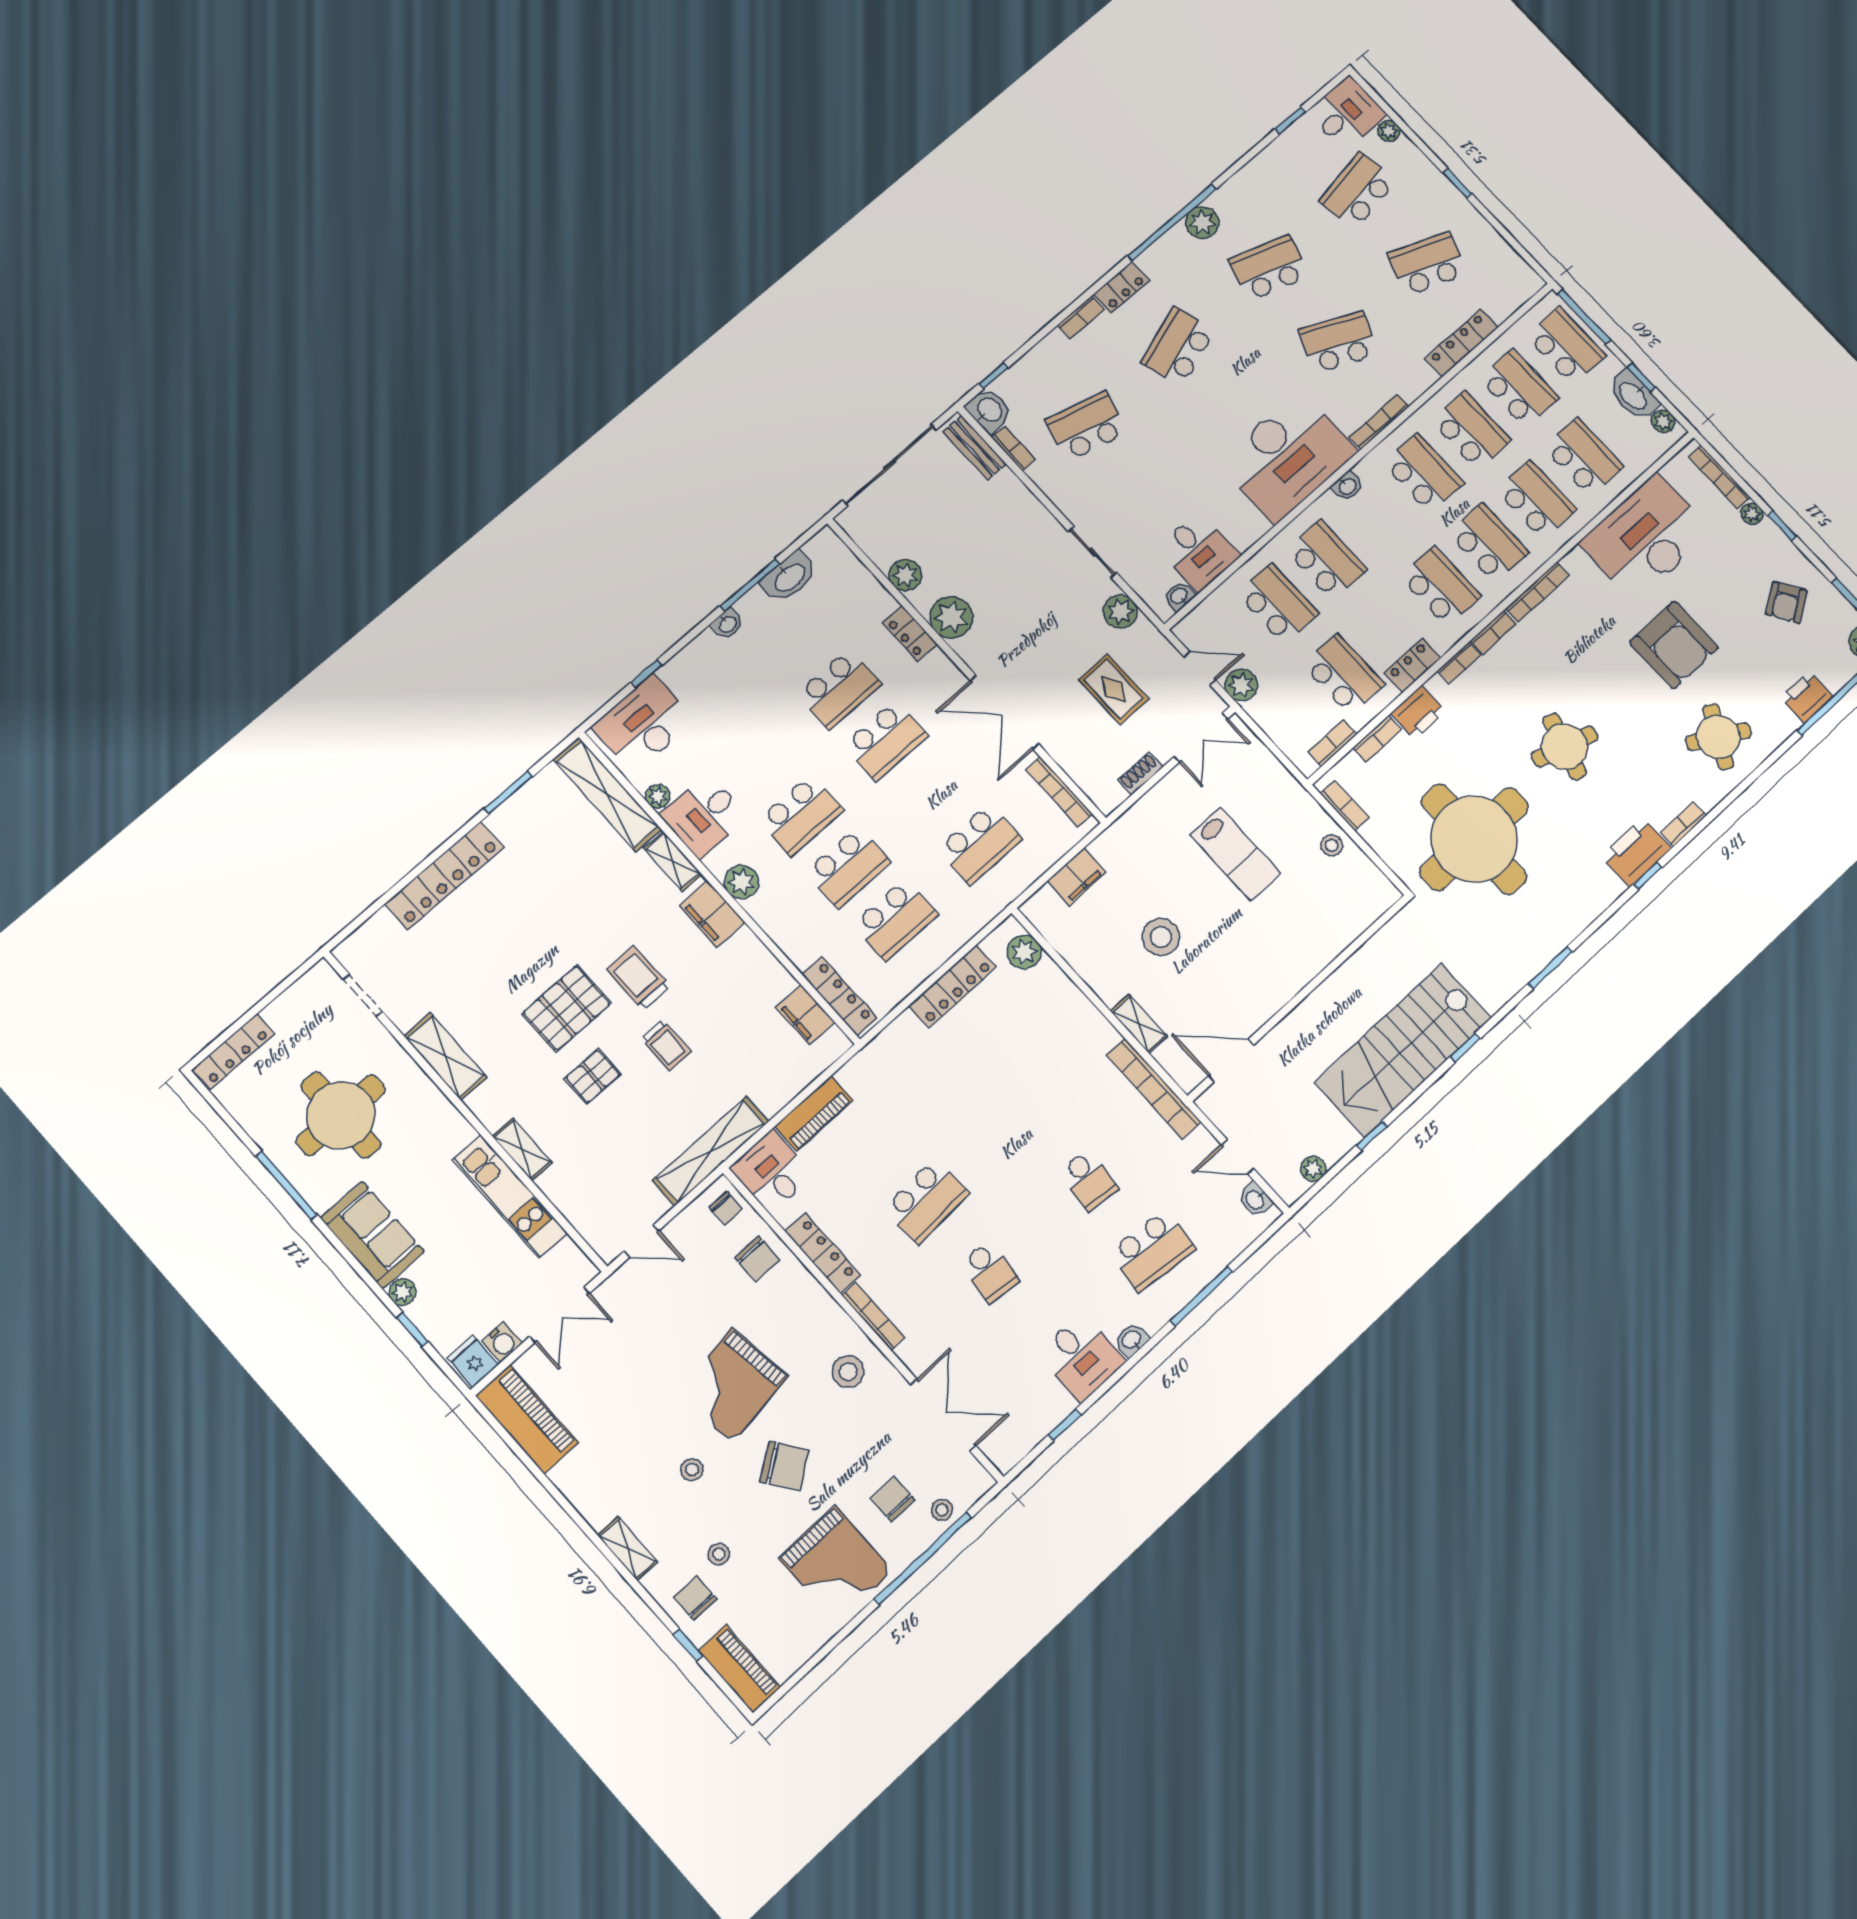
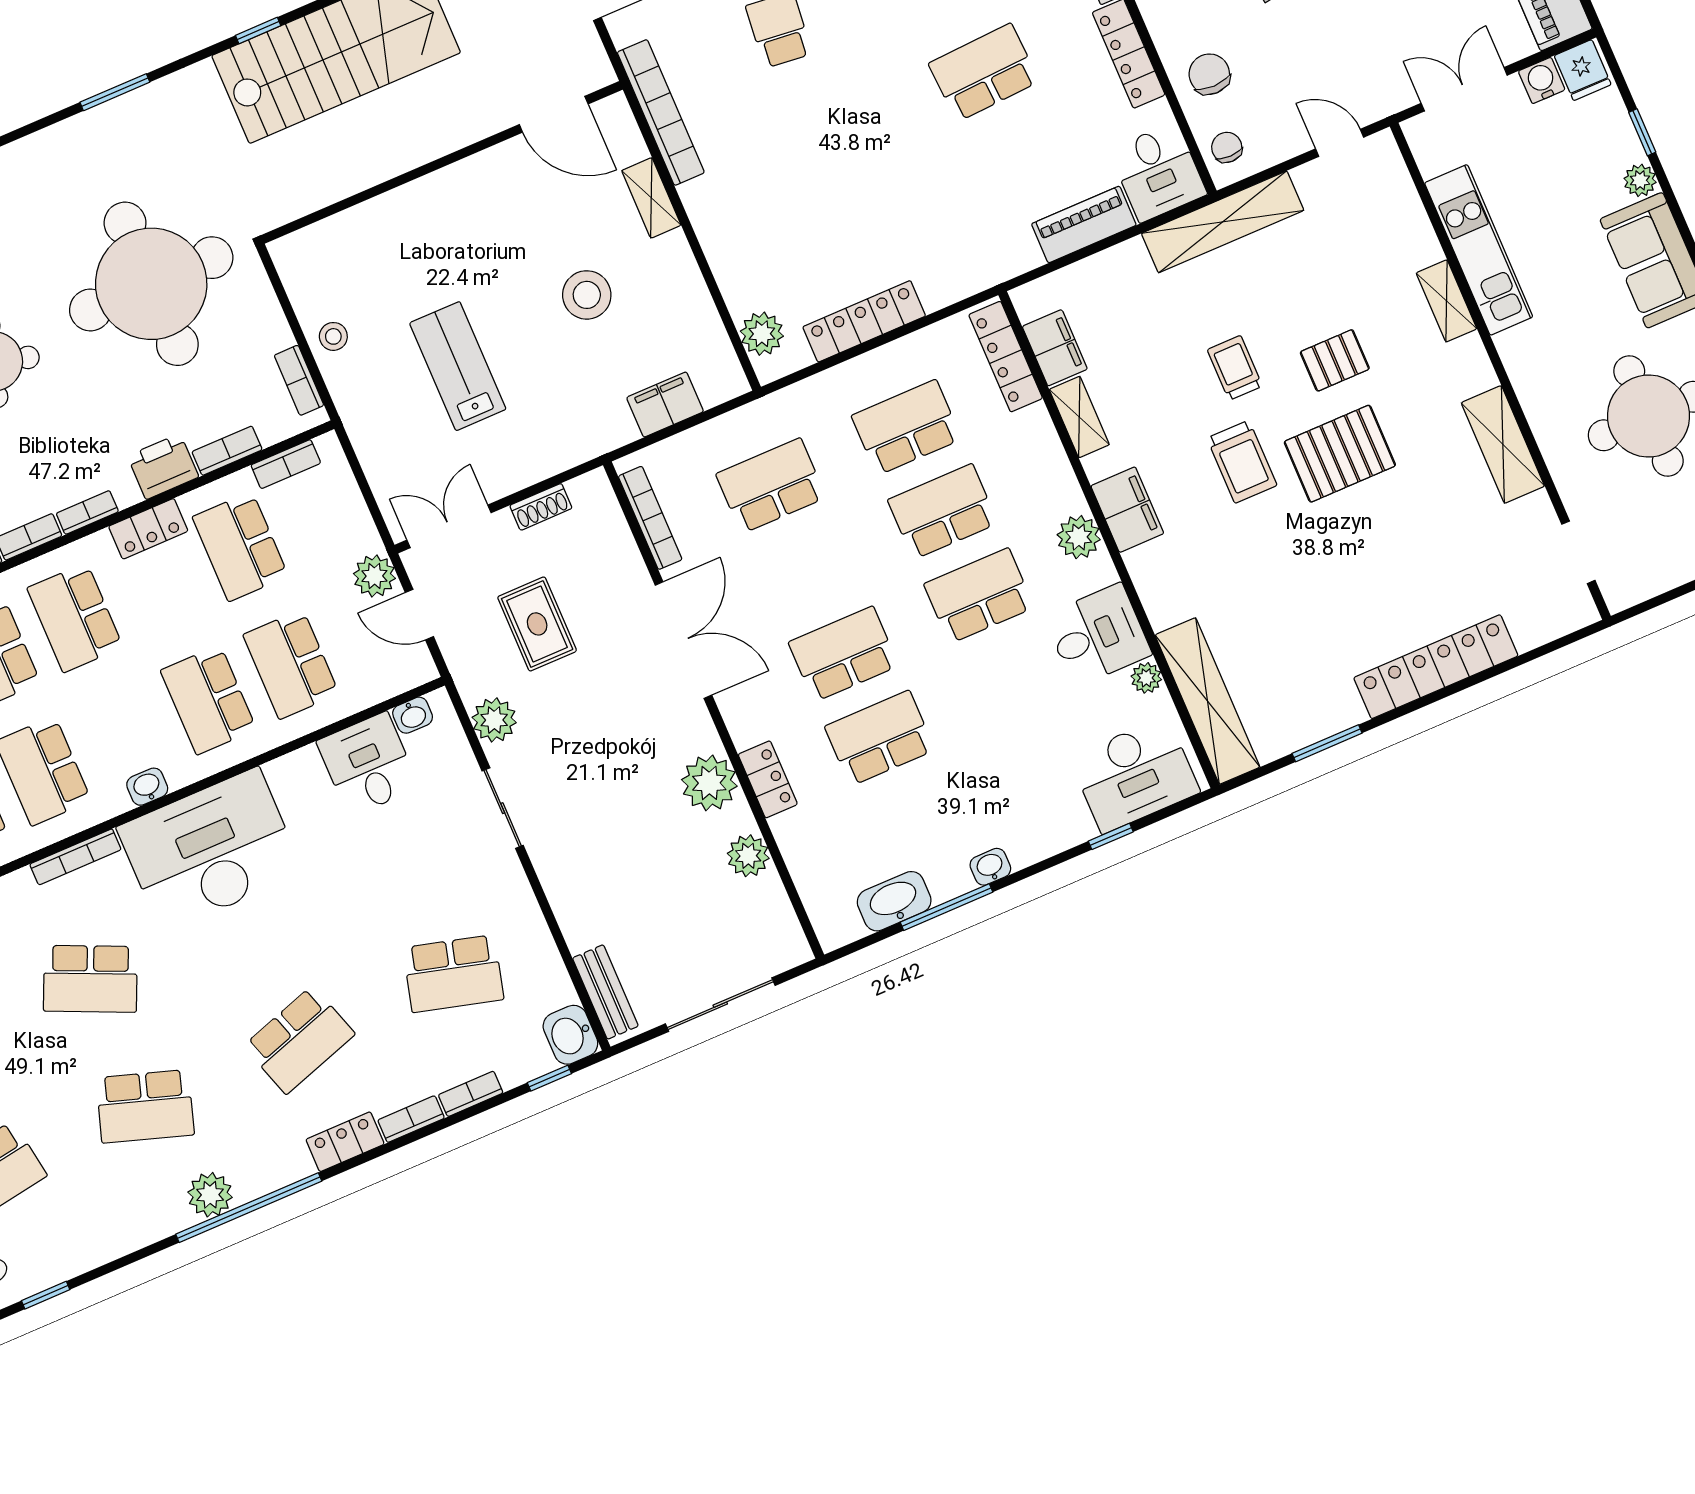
bookcase: (1013, 448) -> (471, 1094), moved, turned 90
sliding door: (890, 465) -> (720, 1005), width x0.73
shelving: (673, 861) -> (1079, 417), moved

